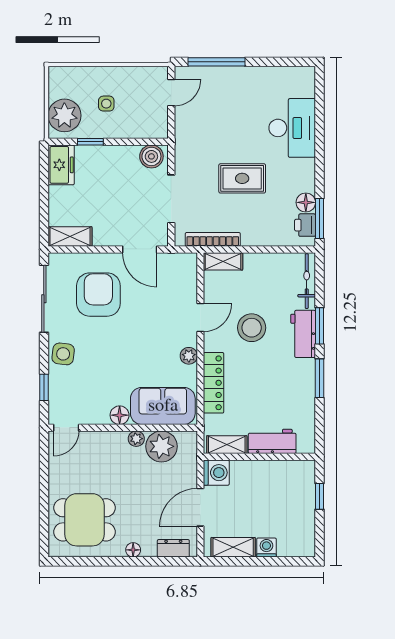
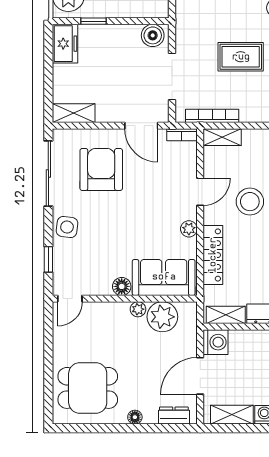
bookcase: (182, 259) -> (182, 135), added

